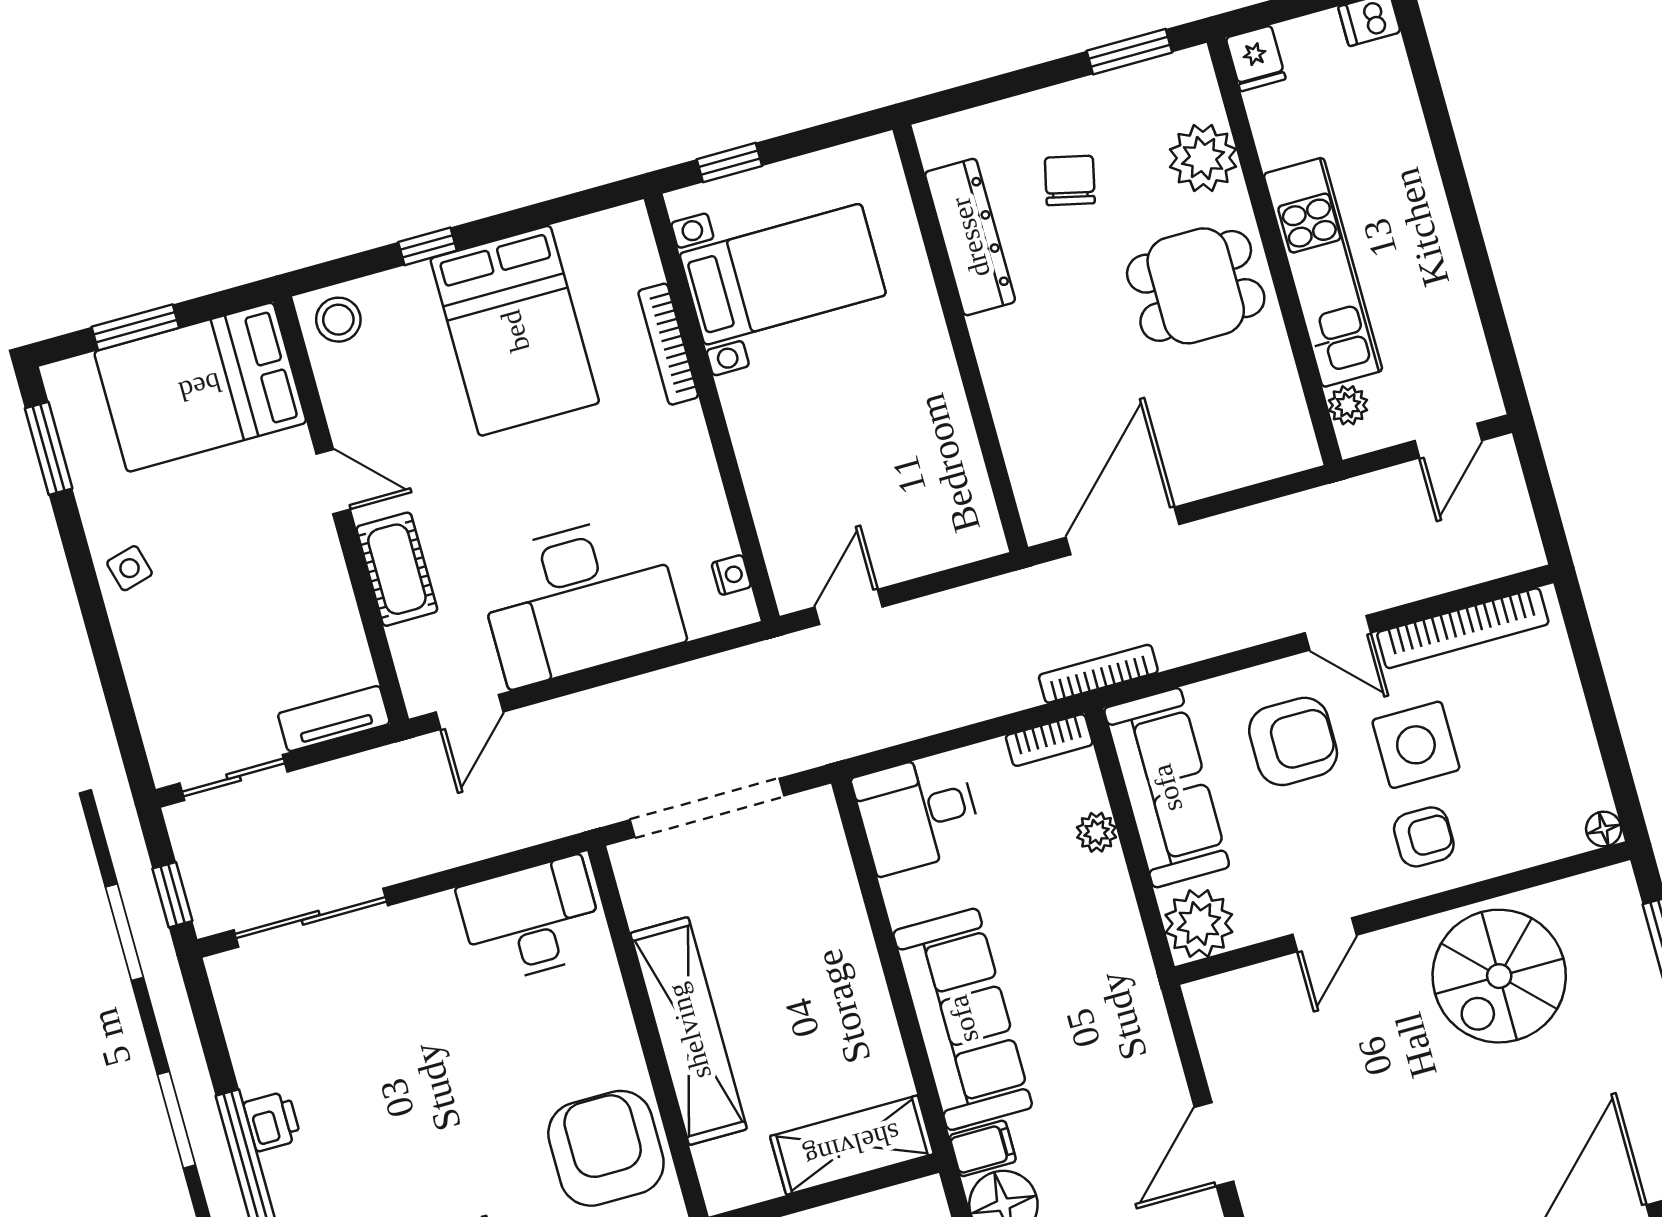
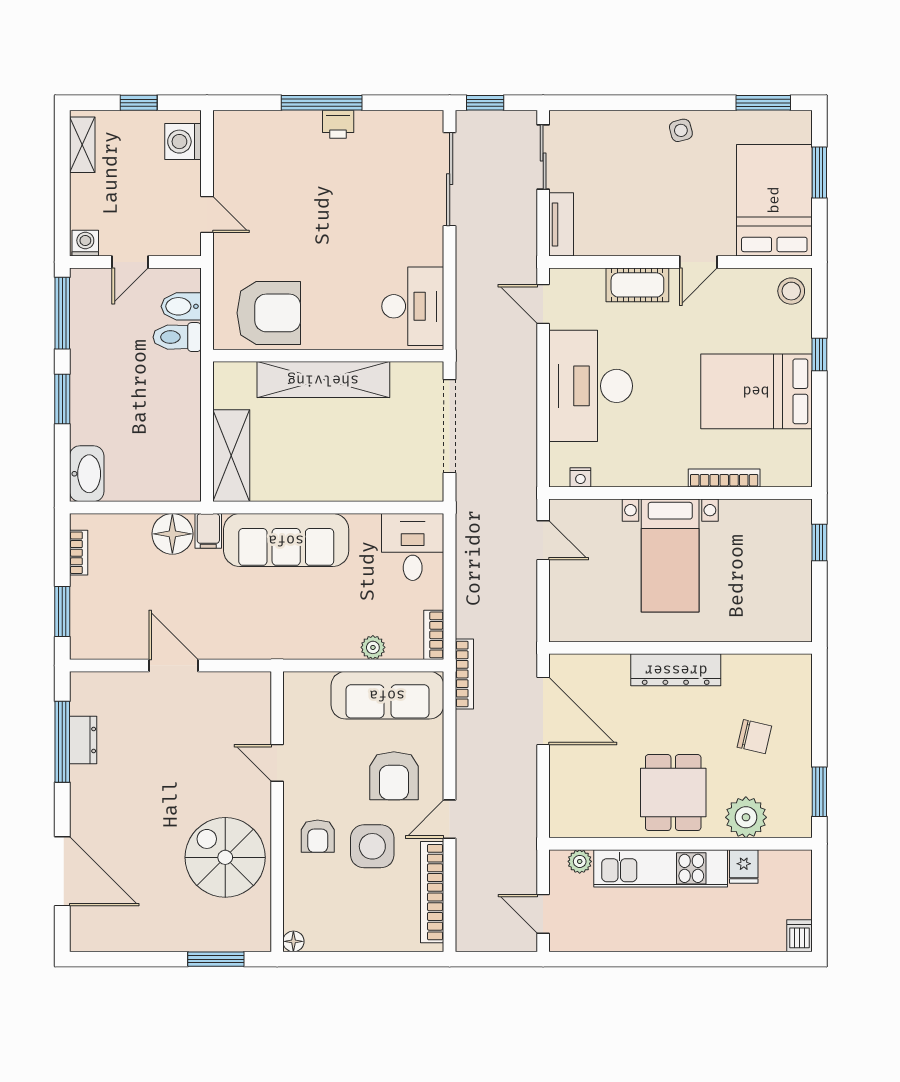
fridge: (1256, 58) -> (744, 866), moved, turned -90
dresser: (970, 237) -> (676, 670), moved
bed with nightstands: (783, 274) -> (670, 555), moved
plant: (1199, 923) -> (304, 692), removed

